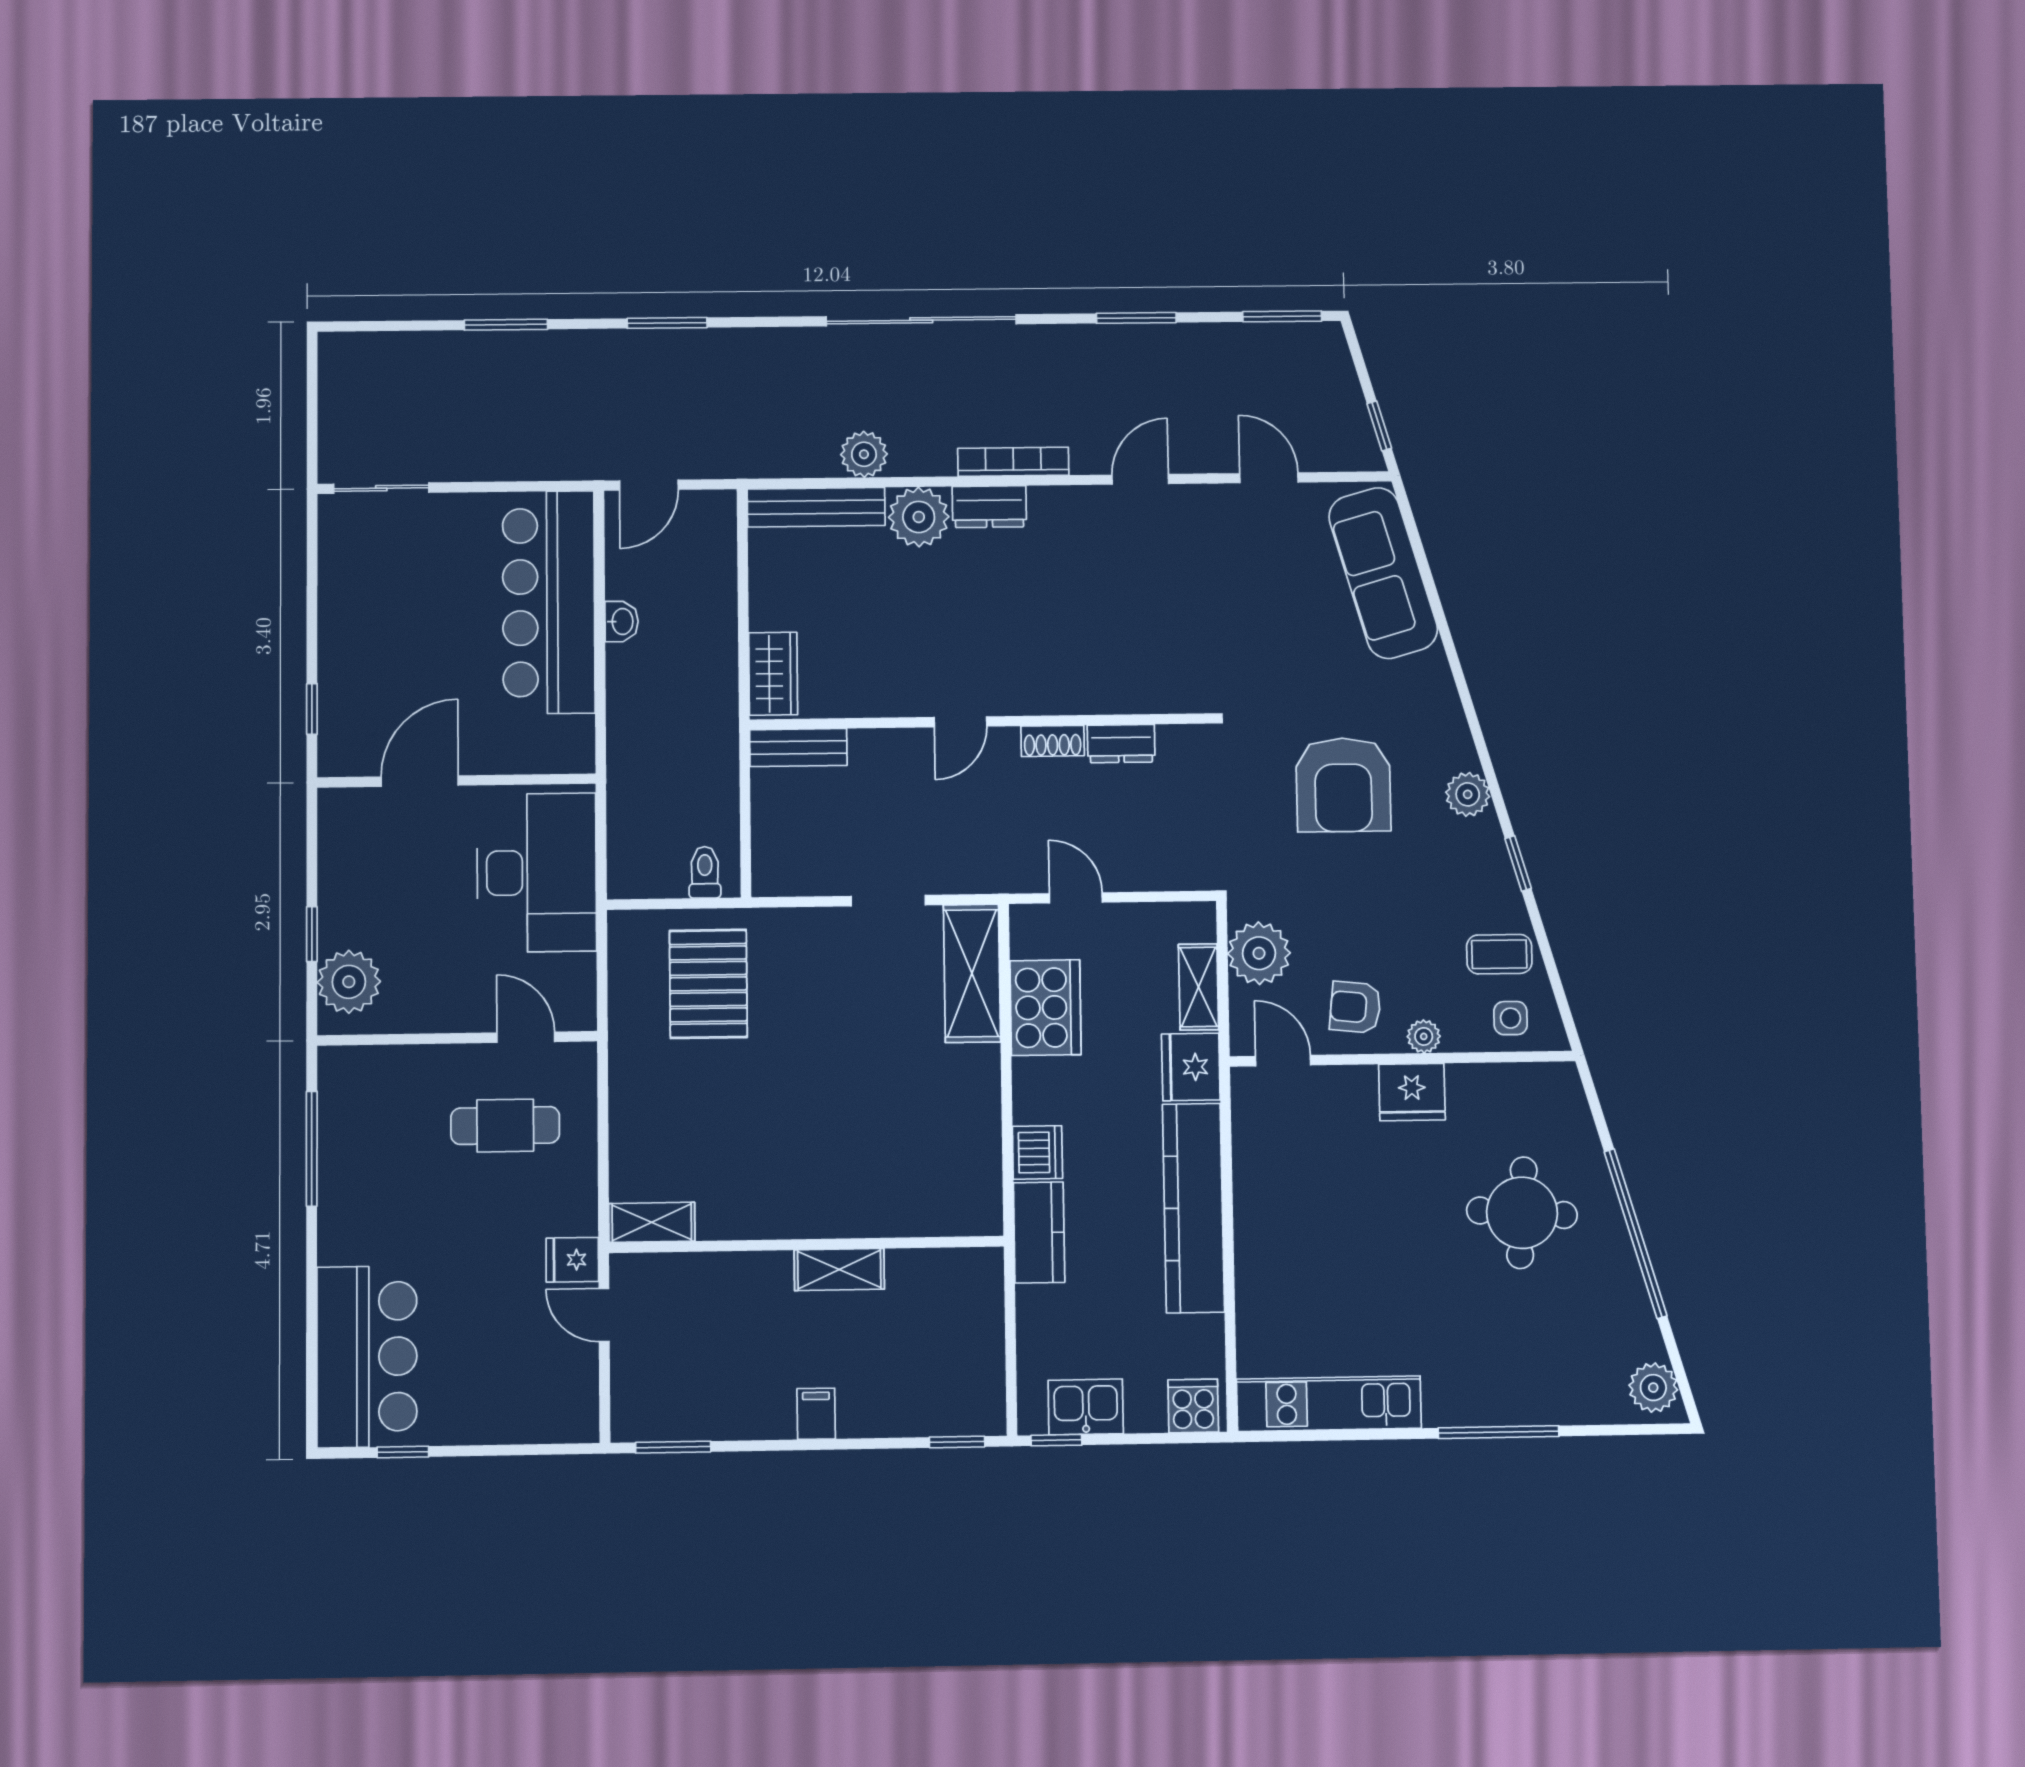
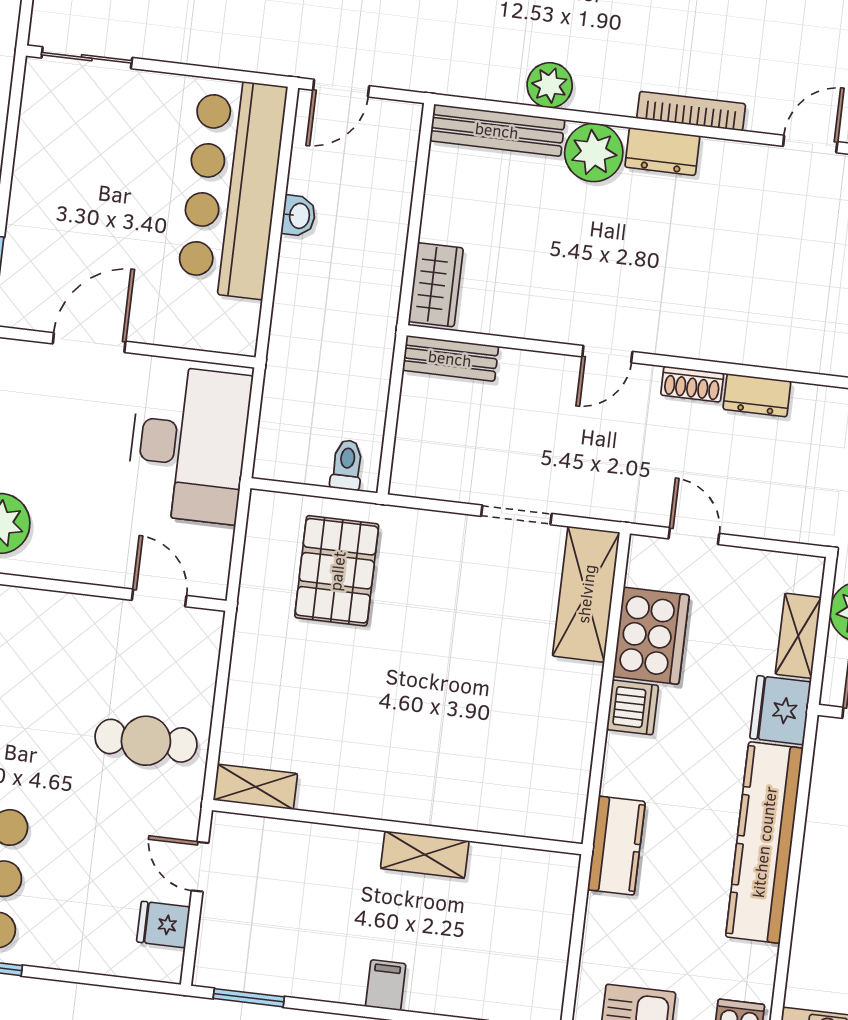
cafe table: (505, 1126) -> (146, 741), moved
dishwasher: (1037, 1152) -> (633, 707), moved
fridge: (572, 1260) -> (163, 924), moved

